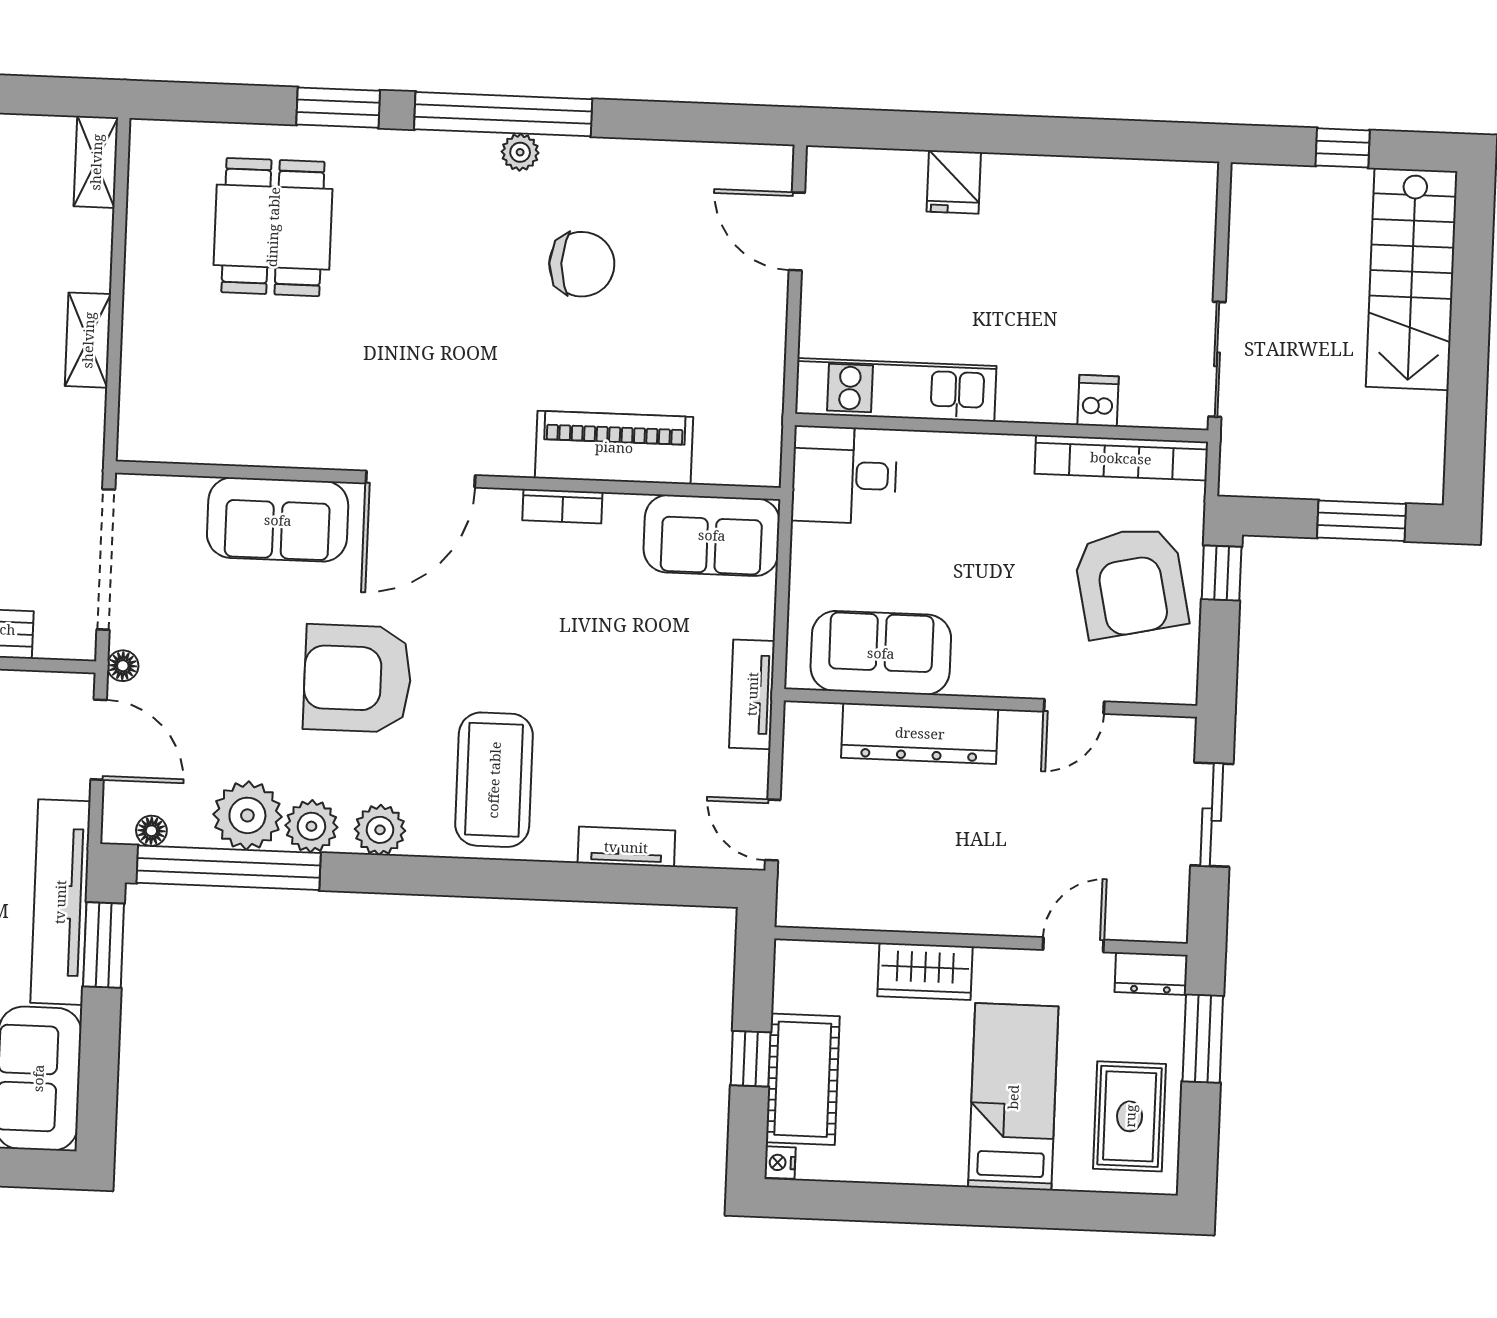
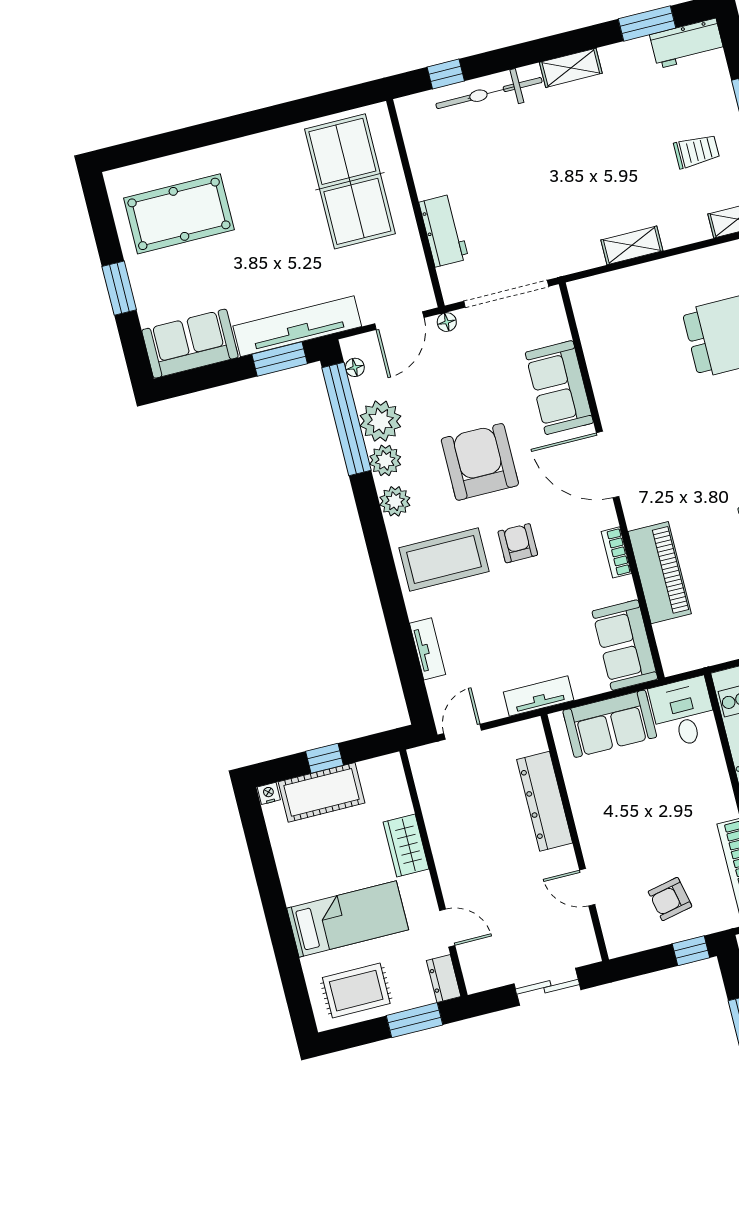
armchair: (1131, 582) -> (670, 899), width x0.53, depth x0.53
sofa: (881, 653) -> (610, 724), moved, turned 90
armchair: (502, 656) -> (518, 543), added

